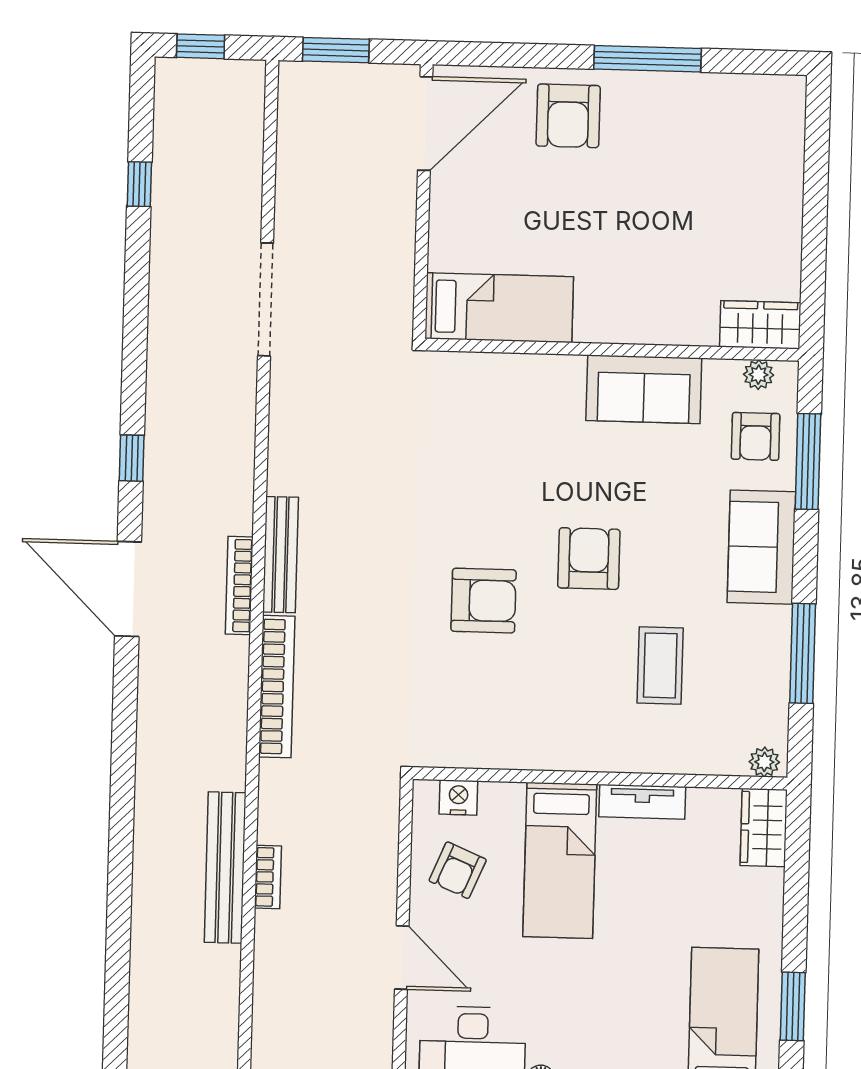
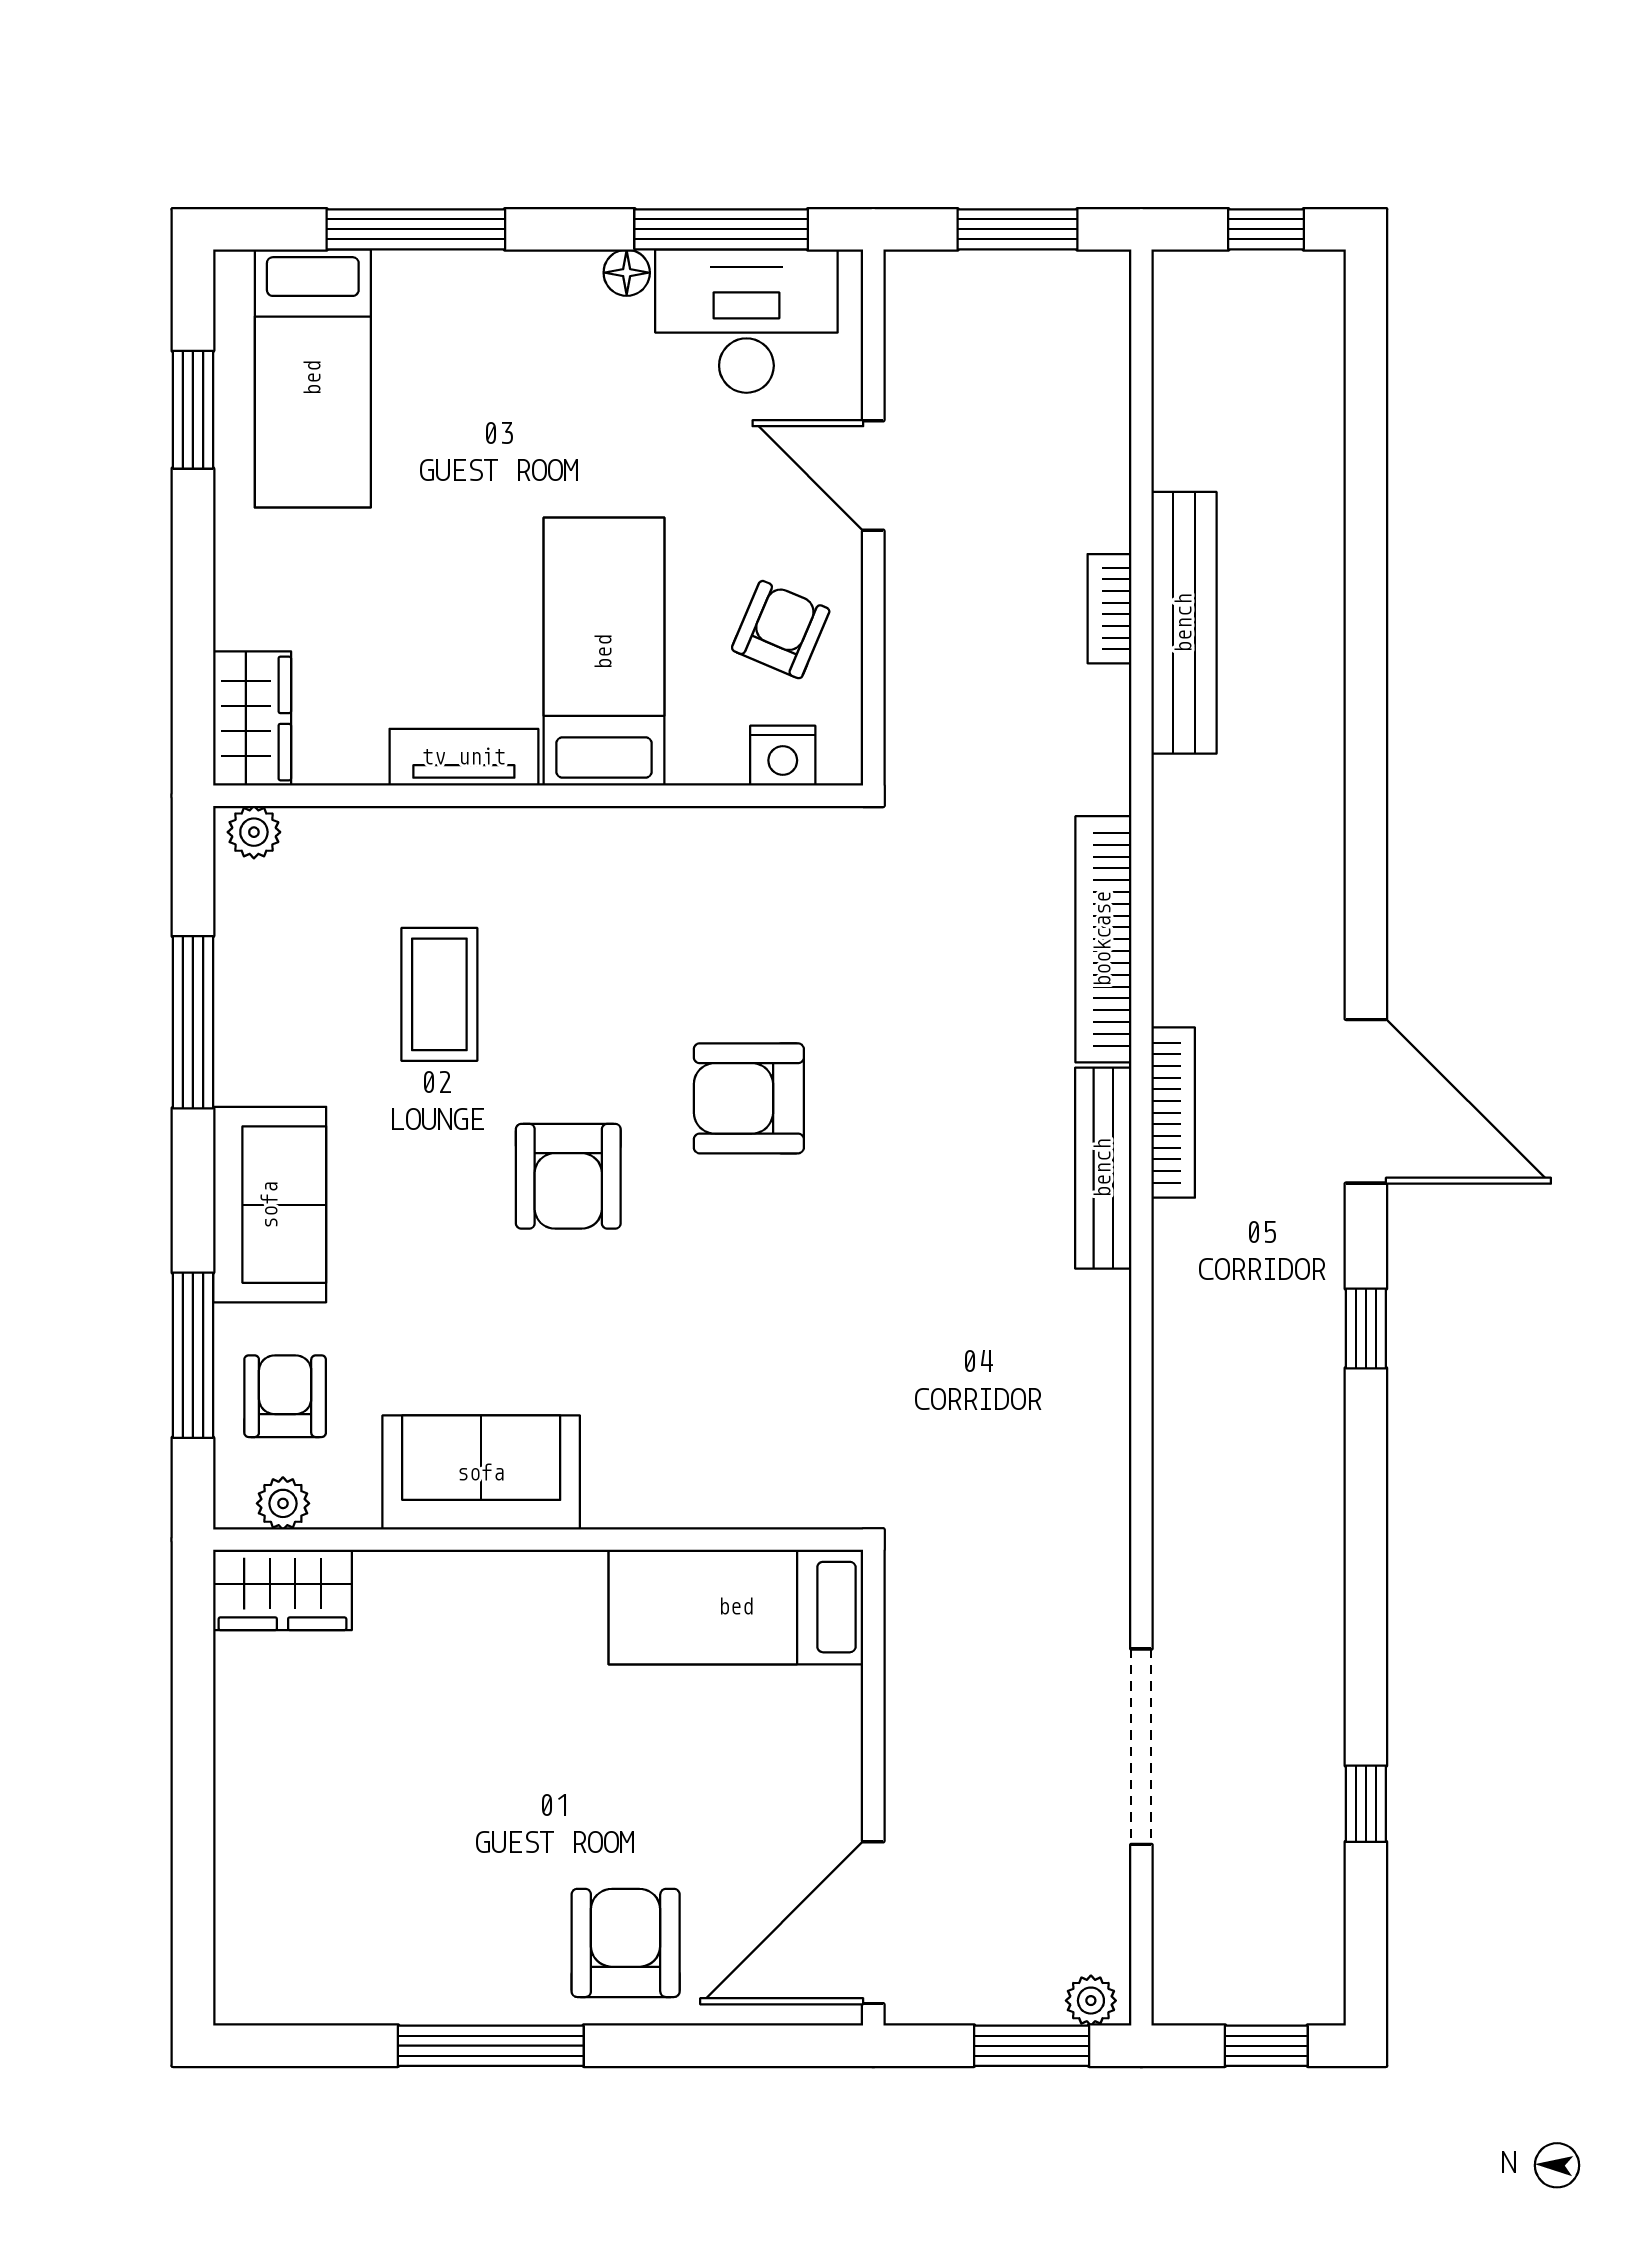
plant: (301, 75) -> (1091, 2001), added
doorway: (266, 299) -> (1141, 1747), moved

